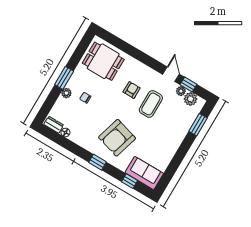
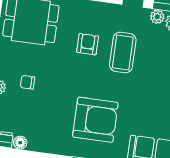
armchair: (117, 138) -> (95, 120), turned -106

